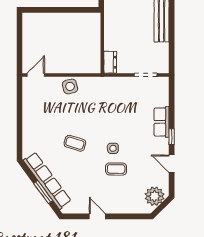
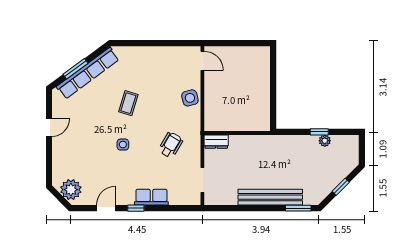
wheelchair: (113, 104) -> (171, 145), added
coffee table: (116, 169) -> (100, 148), removed

